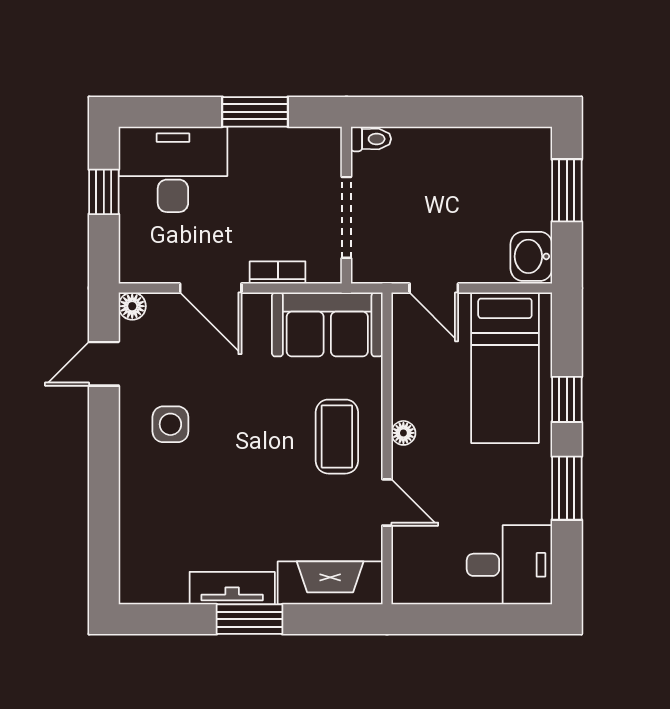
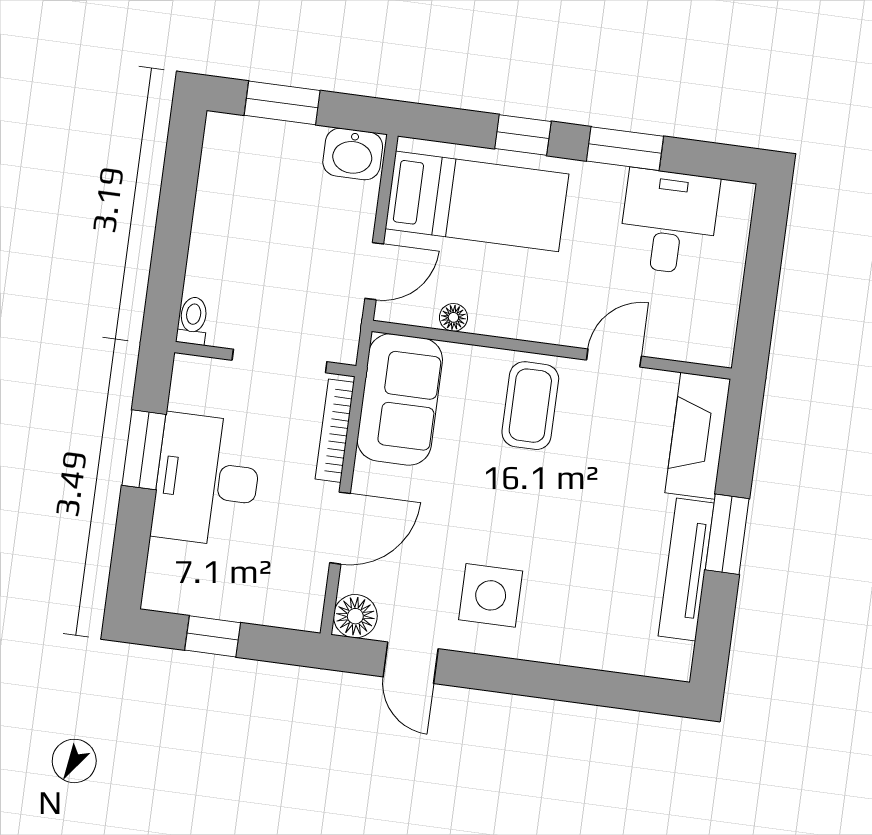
desk: (173, 169) -> (207, 480), moved
bookcase: (278, 272) -> (335, 431), width x1.56
floor lamp: (132, 306) -> (355, 616), width x1.37, depth x1.37
side table: (170, 424) -> (491, 595), width x1.37, depth x1.37
floor lamp: (403, 433) -> (453, 317), moved
coffee table: (337, 437) -> (530, 406), turned 90
desk: (509, 565) -> (669, 222), moved
tv unit: (232, 588) -> (686, 570), width x1.41

